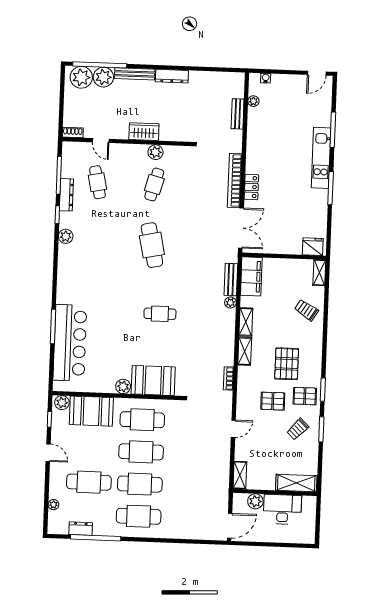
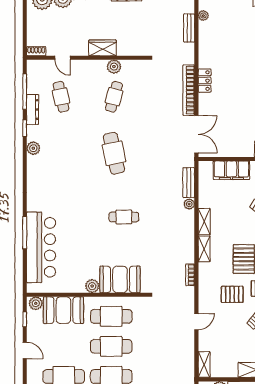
locker: (251, 187) -> (205, 81), moved
filing cabinet: (251, 276) -> (231, 170), moved, turned 90

